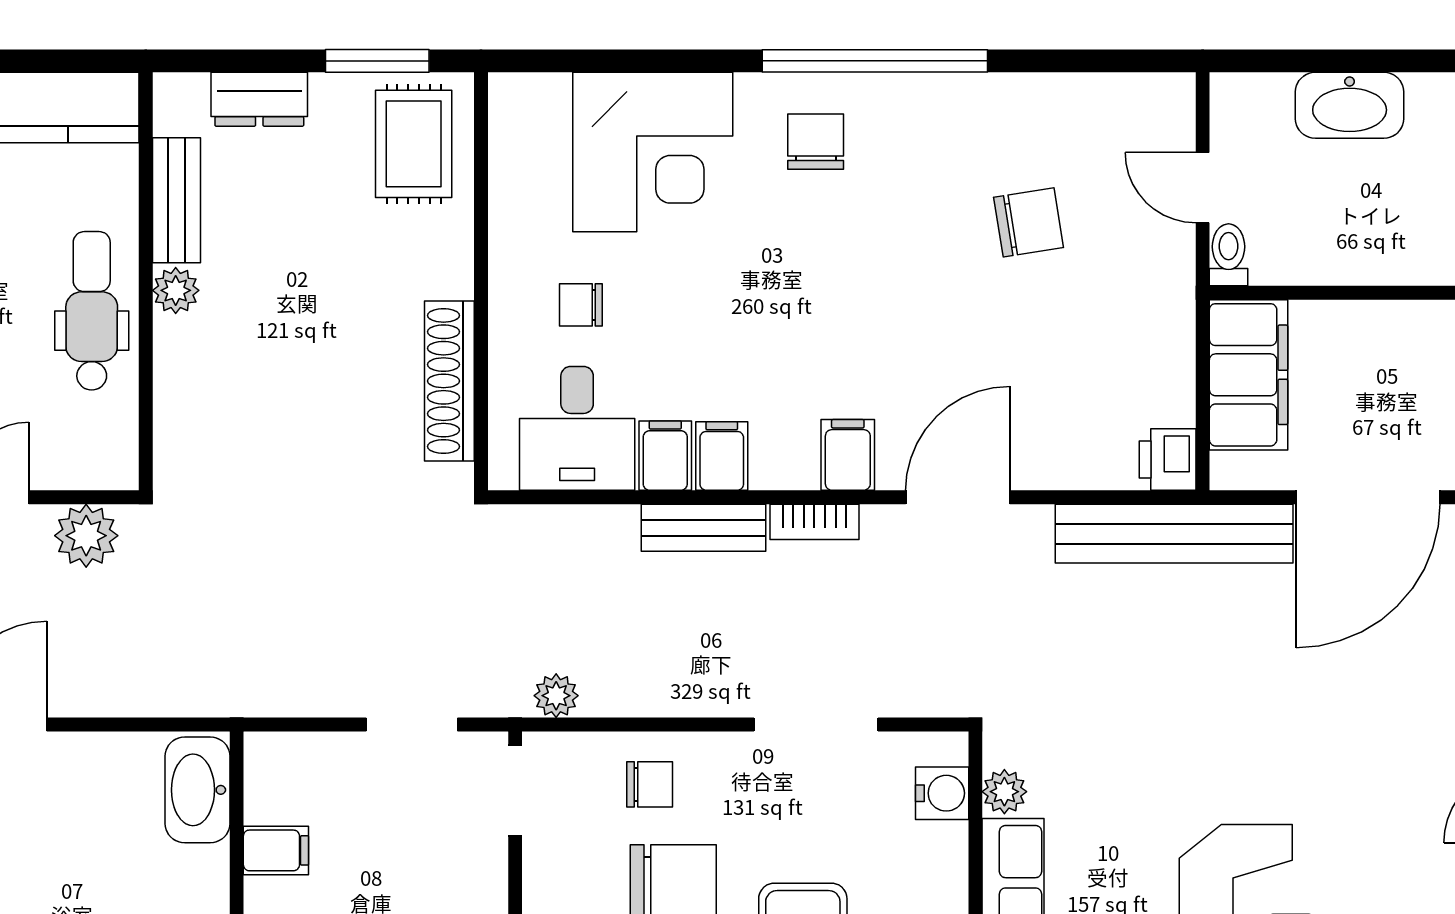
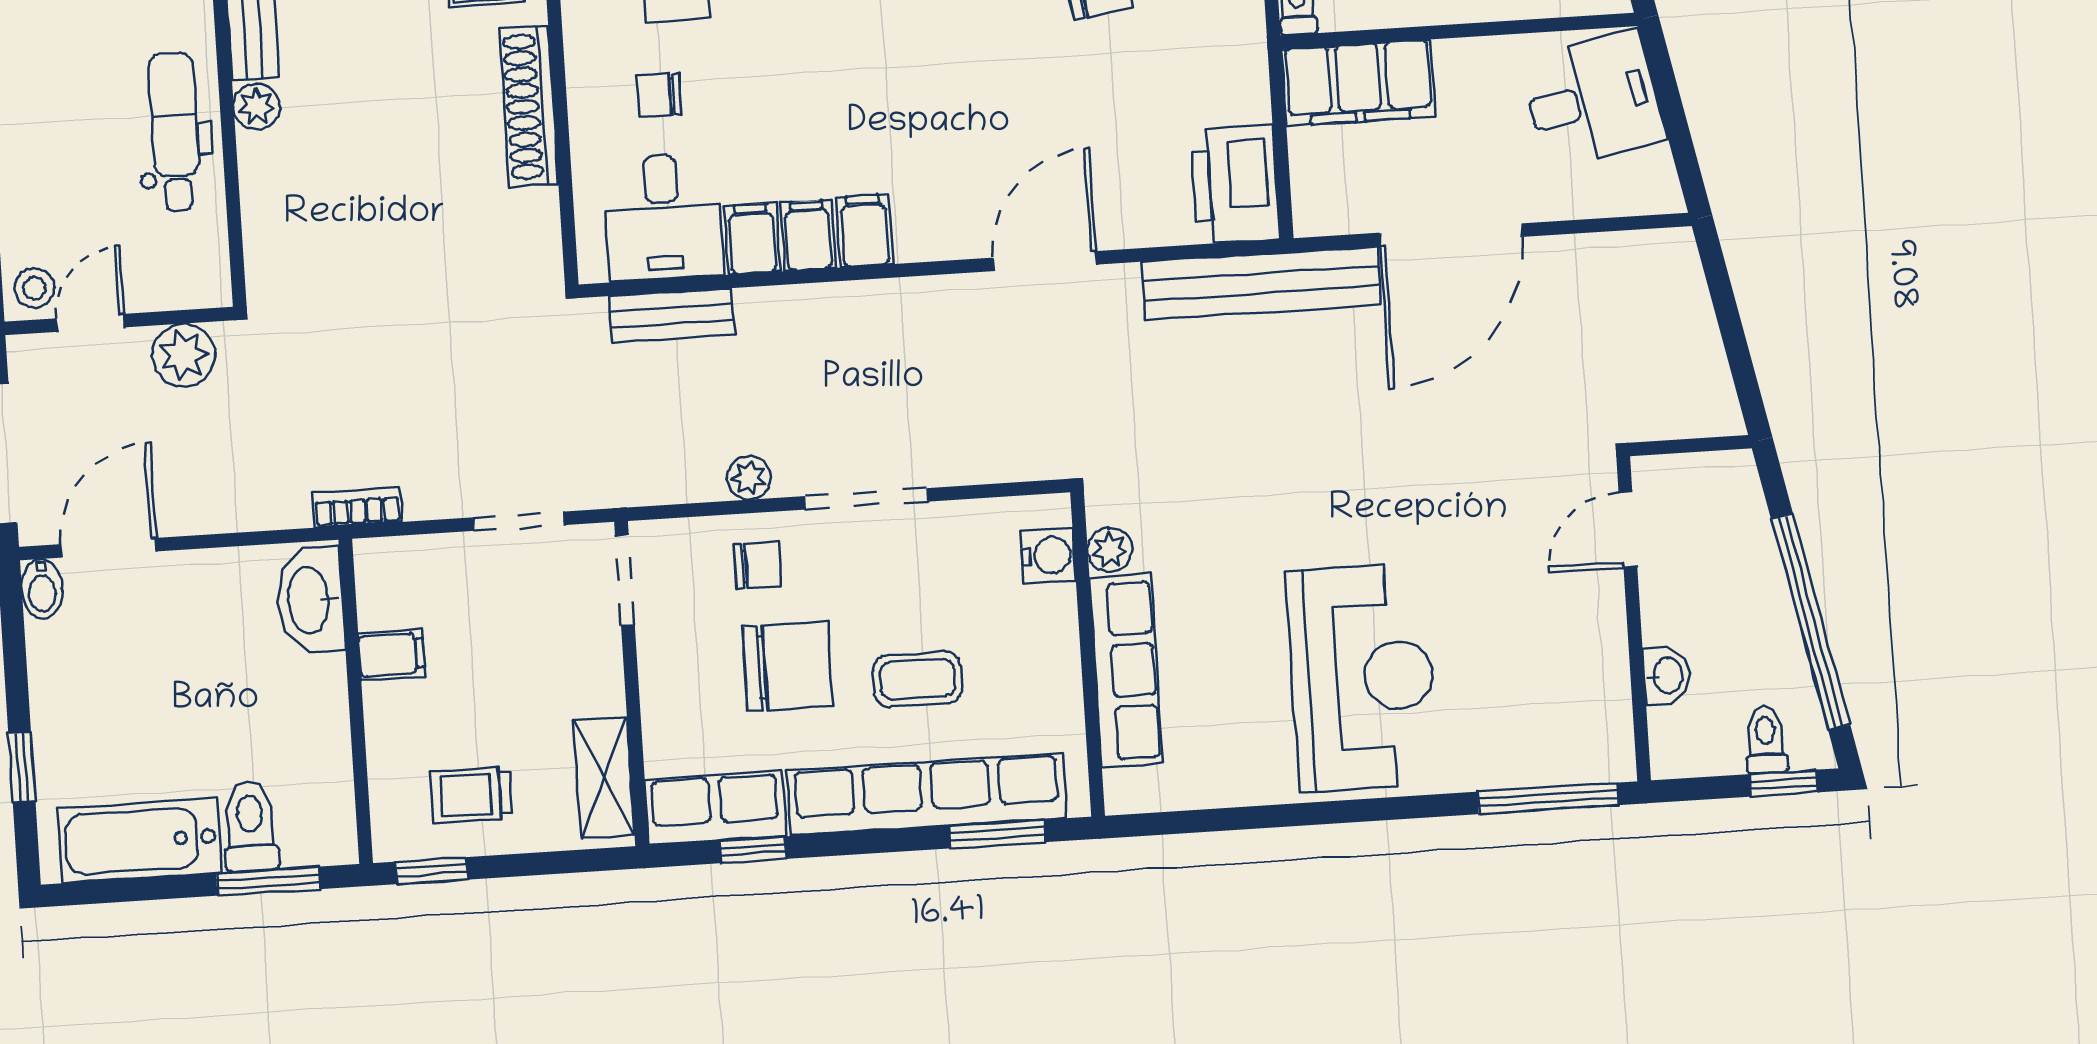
filing cabinet: (1248, 375) -> (1359, 83), moved, turned 90
shoe rack: (449, 381) -> (529, 107), moved
filing cabinet: (848, 455) -> (865, 231), moved
printer: (1168, 459) -> (1235, 184), width x1.87, depth x1.48
bookcase: (814, 522) -> (357, 507), moved, turned 180
bench: (704, 528) -> (672, 316), moved
plant: (556, 696) -> (749, 478), moved
doorway: (816, 725) -> (866, 499), moved

